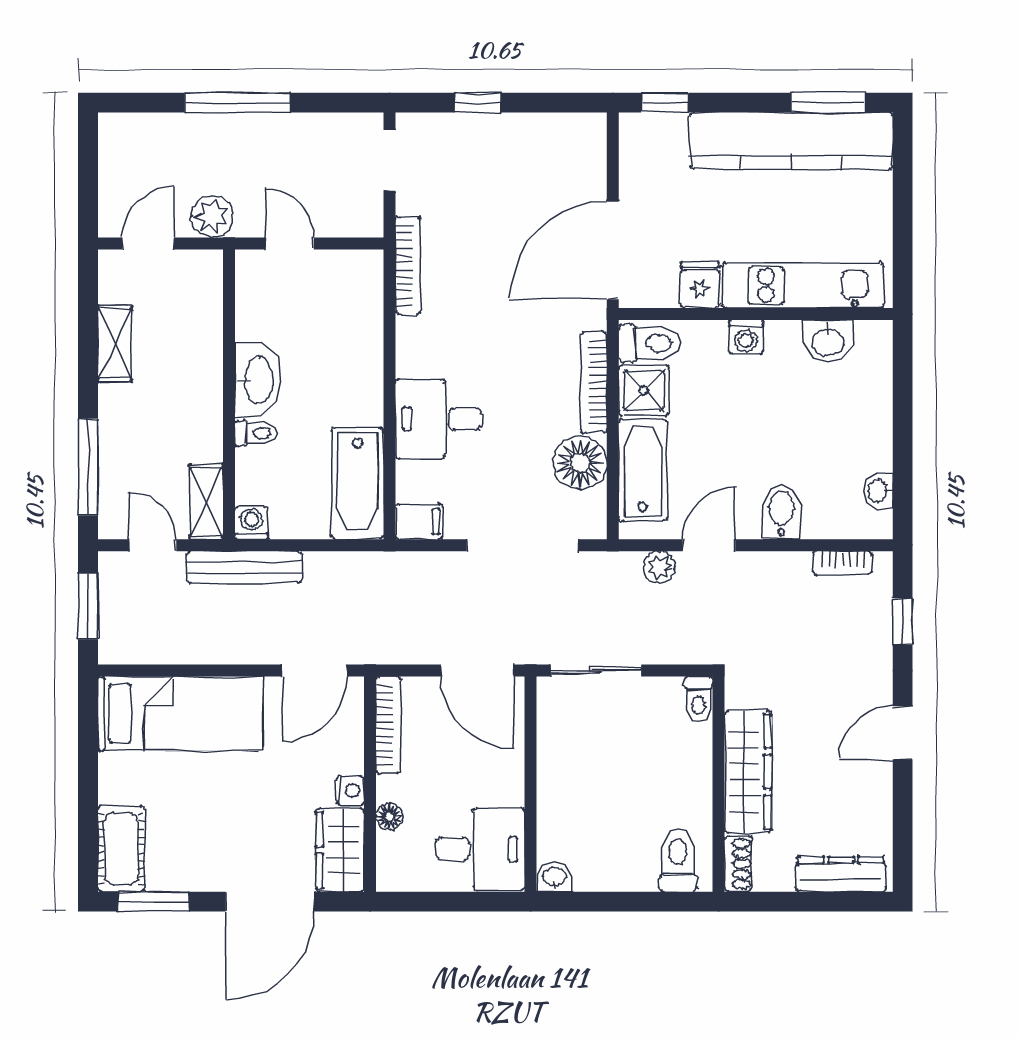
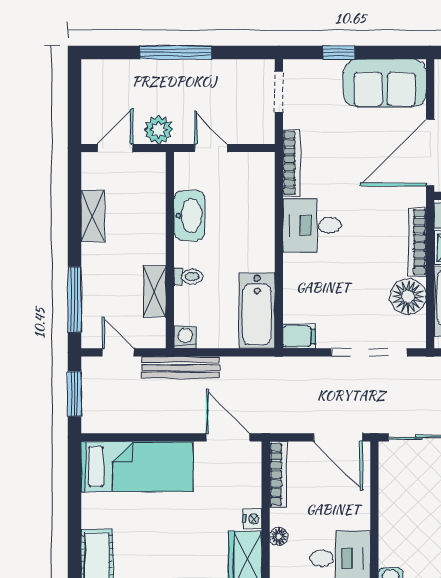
sofa: (546, 148) -> (385, 83), added
washbasin: (258, 380) -> (189, 216), moved
desk: (438, 419) -> (312, 225), moved
shelving: (206, 502) -> (155, 291), moved
door: (315, 671) -> (228, 437), swing flipped

